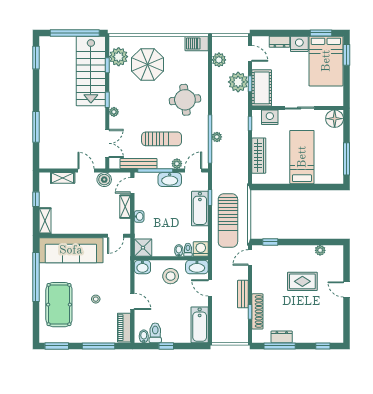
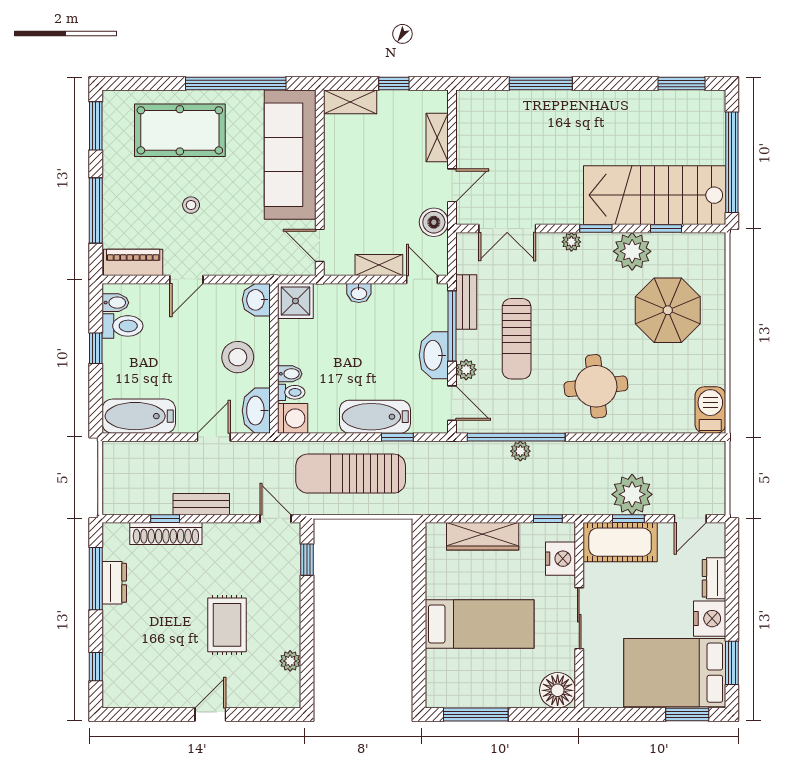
plant: (119, 57) -> (632, 251), moved
plant: (219, 60) -> (677, 455), removed
bench: (139, 164) -> (466, 302), width x0.73

